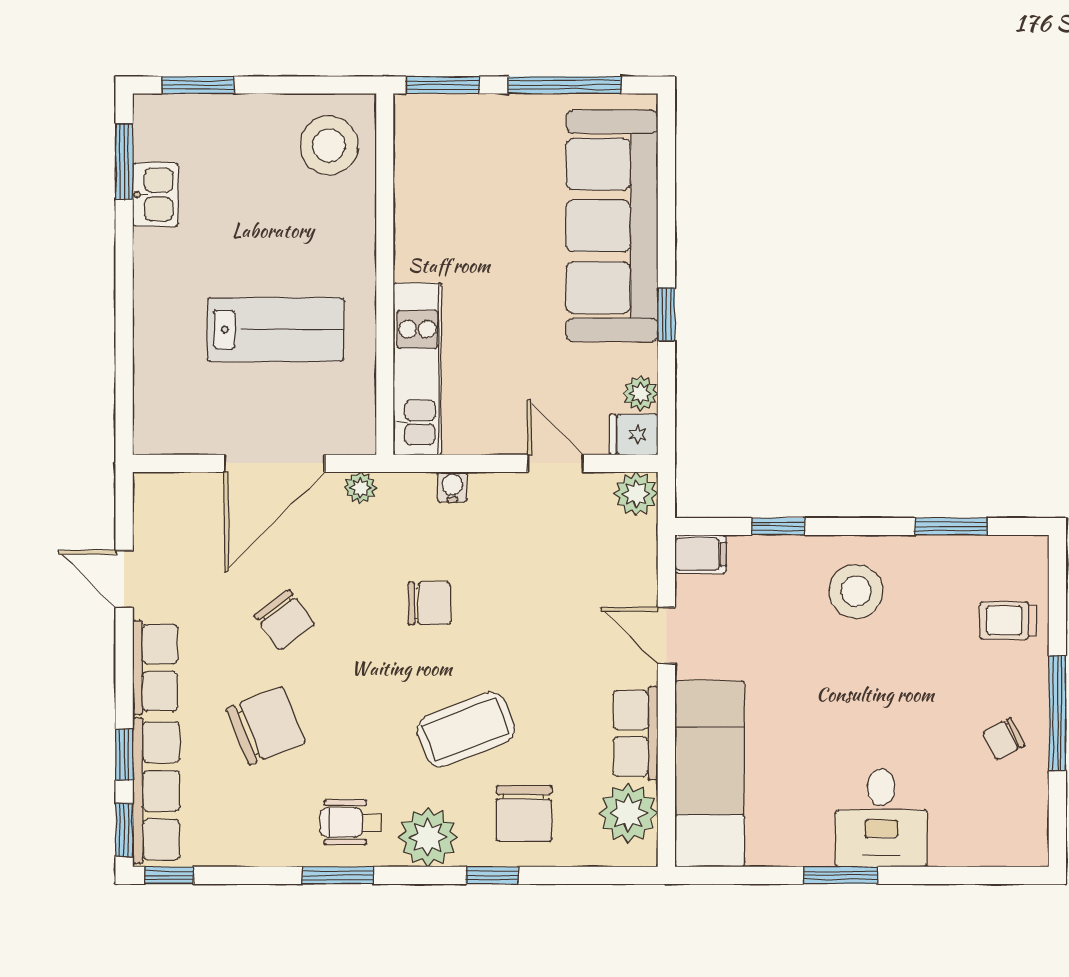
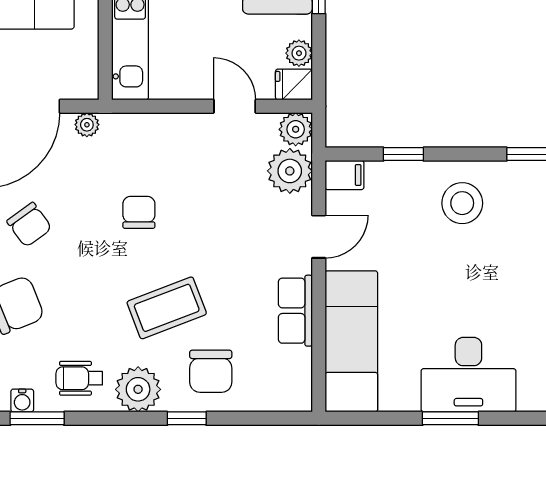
water cooler: (452, 487) -> (22, 401), moved, turned 180
chair: (429, 603) -> (139, 212), turned -90
door: (666, 636) -> (319, 237), swing flipped
plant: (628, 813) -> (290, 171), moved
desk: (881, 818) -> (468, 375), width x1.37
window: (338, 875) -> (37, 418), moved

